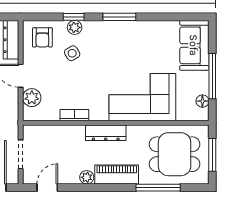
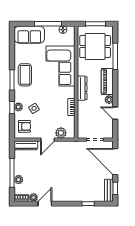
coffee table: (128, 38) -> (25, 75), added
dining table: (175, 154) -> (95, 46), turned 90
door: (47, 188) -> (115, 113), moved

